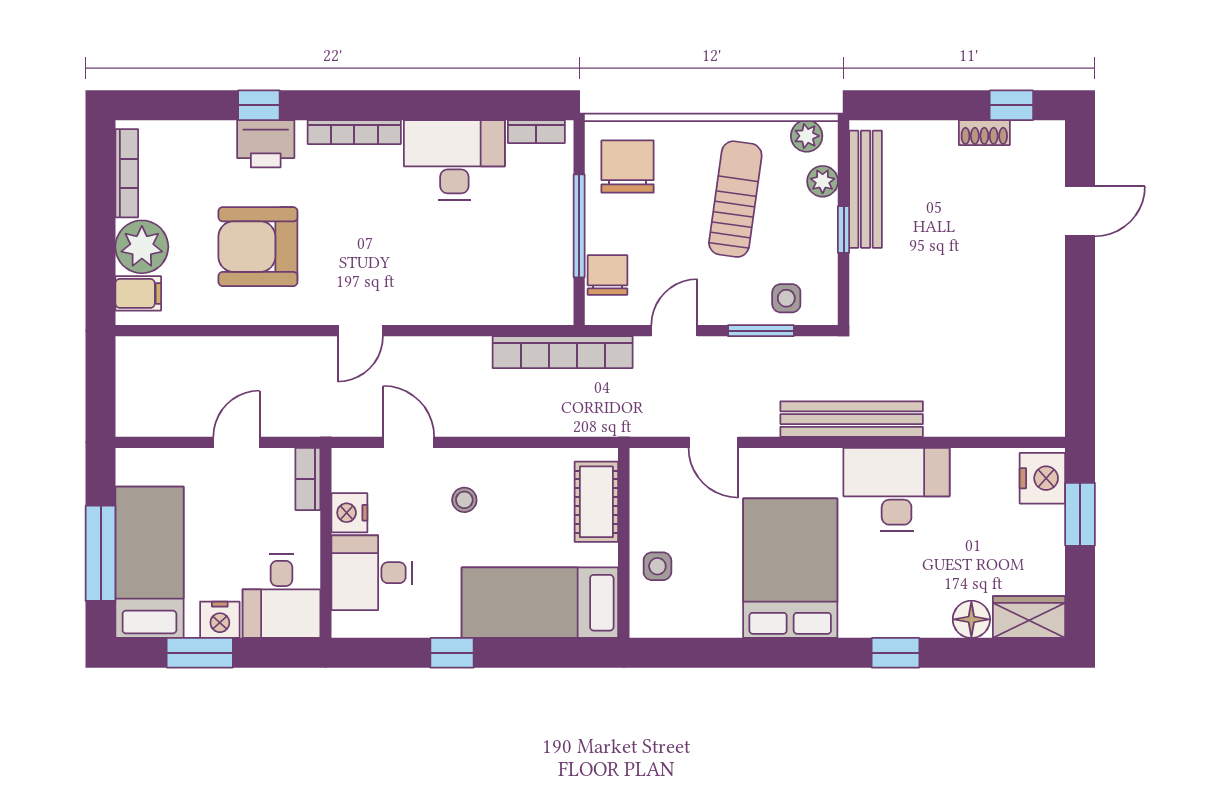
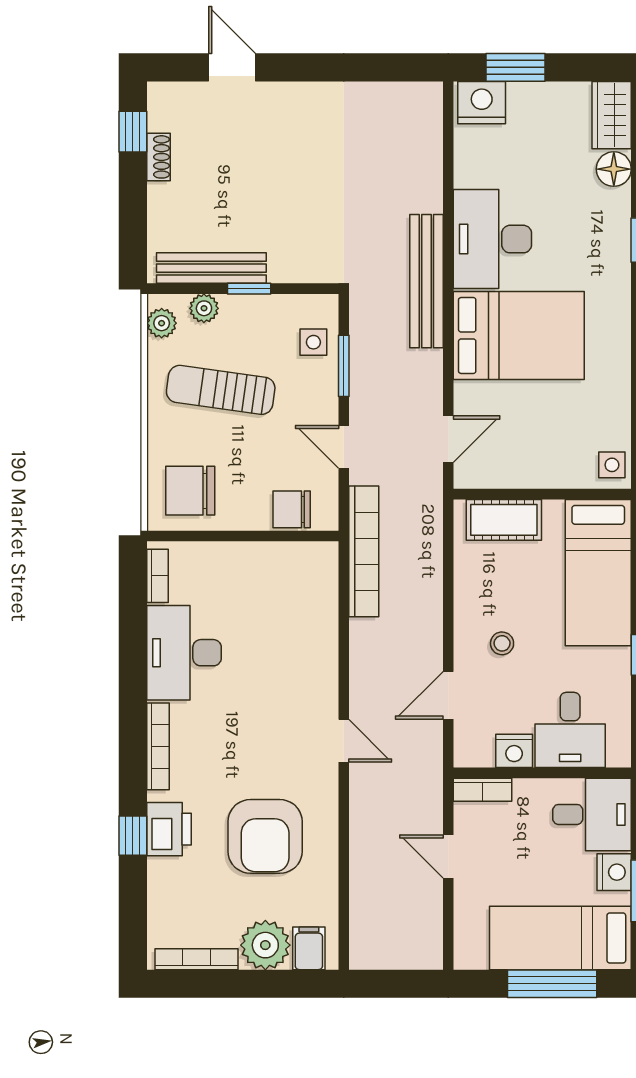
window: (579, 226) -> (246, 536), removed
door: (713, 442) -> (448, 439), moved
side table: (657, 566) -> (612, 465), moved
bed: (790, 568) -> (519, 336), moved, turned 180

